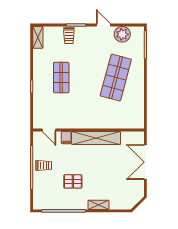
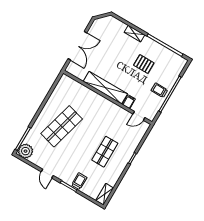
plant: (122, 34) -> (26, 151), moved
door: (49, 130) -> (139, 116), swing flipped

